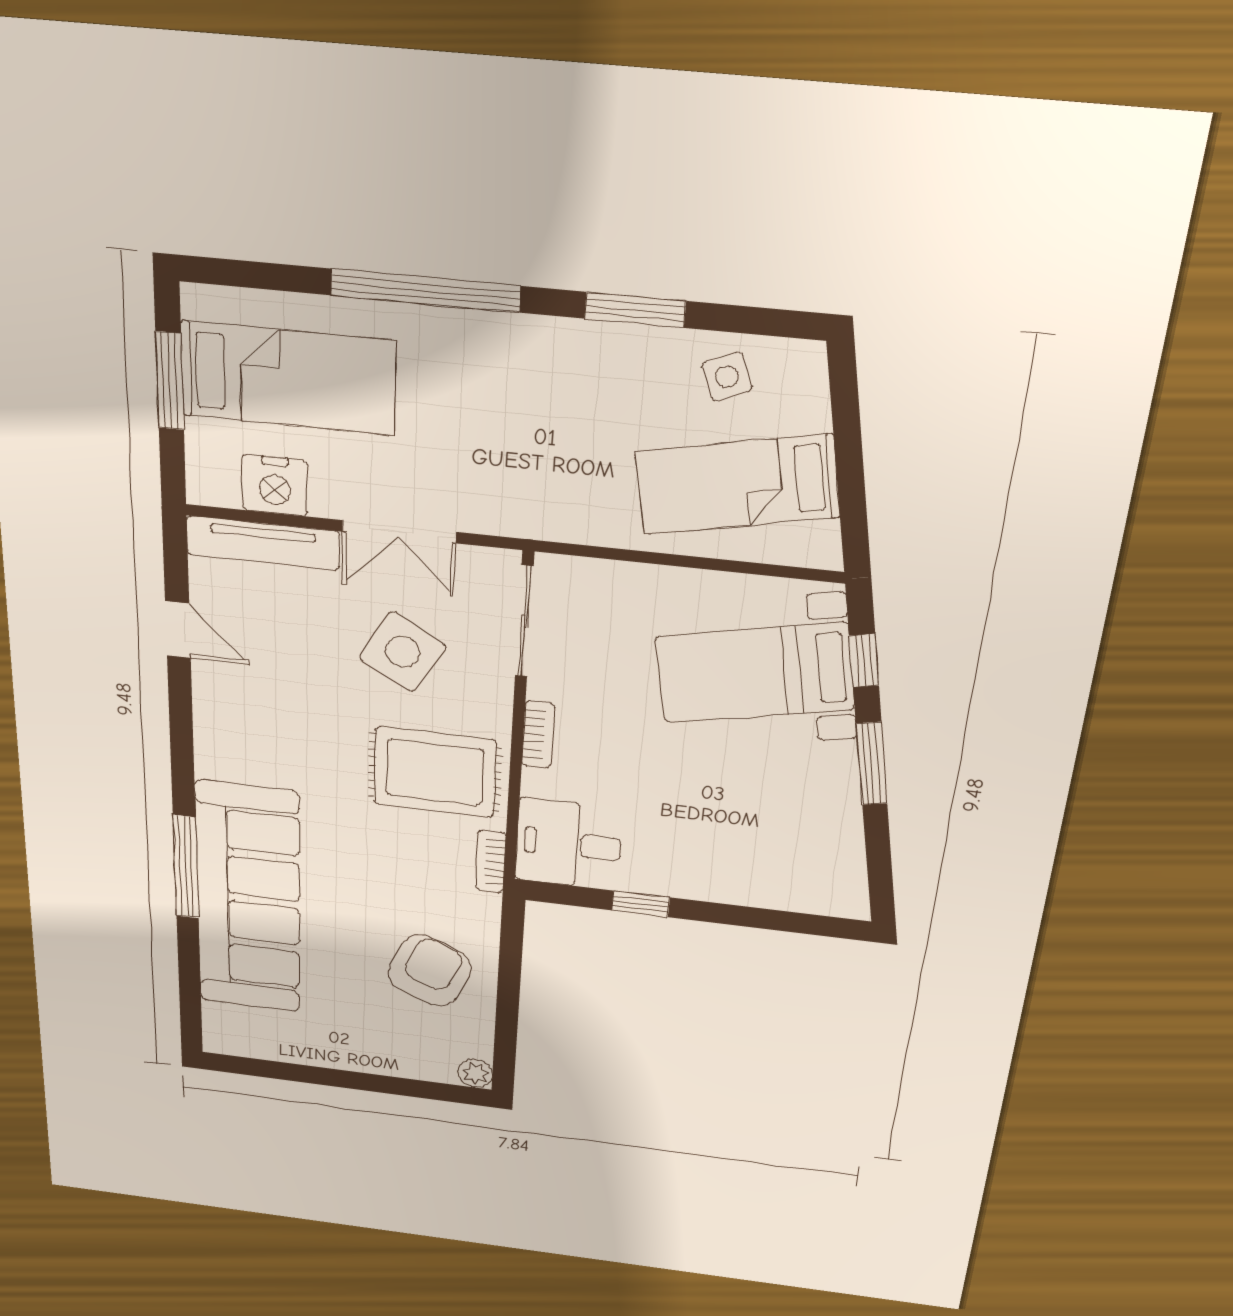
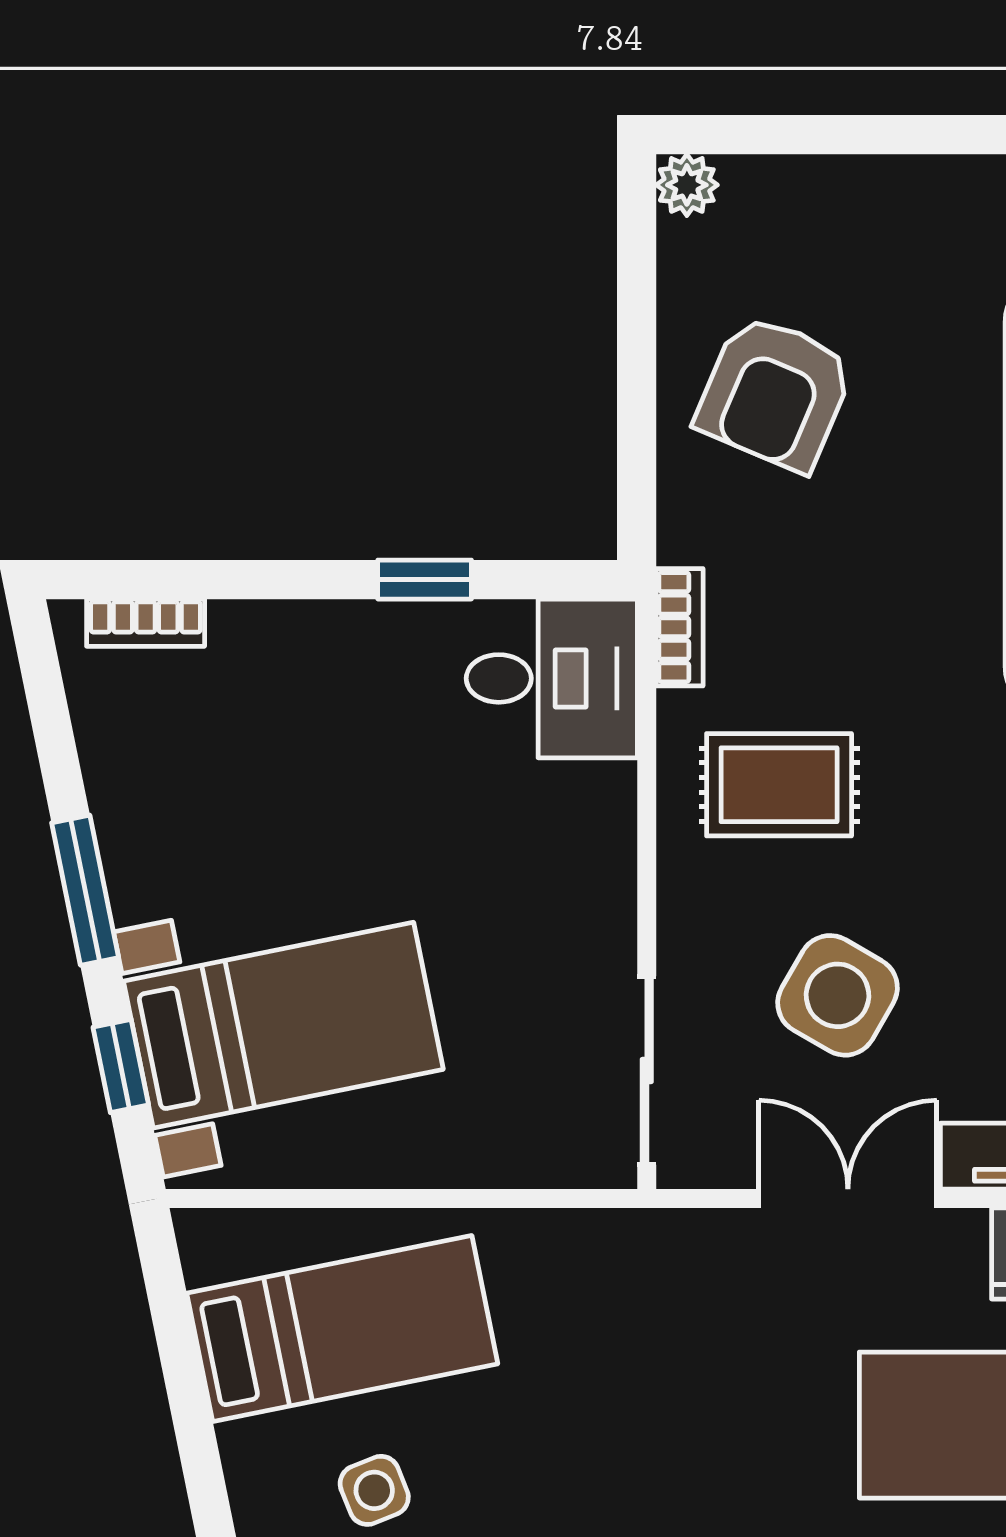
bookcase: (538, 735) -> (146, 623), moved, turned -90
rug: (435, 772) -> (779, 785), width x0.73, depth x0.70

